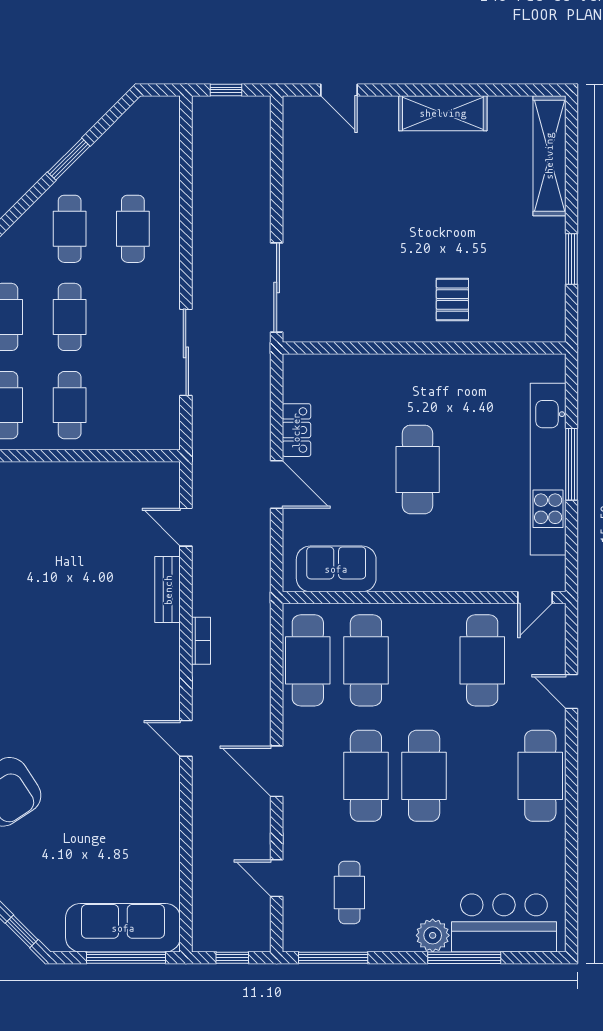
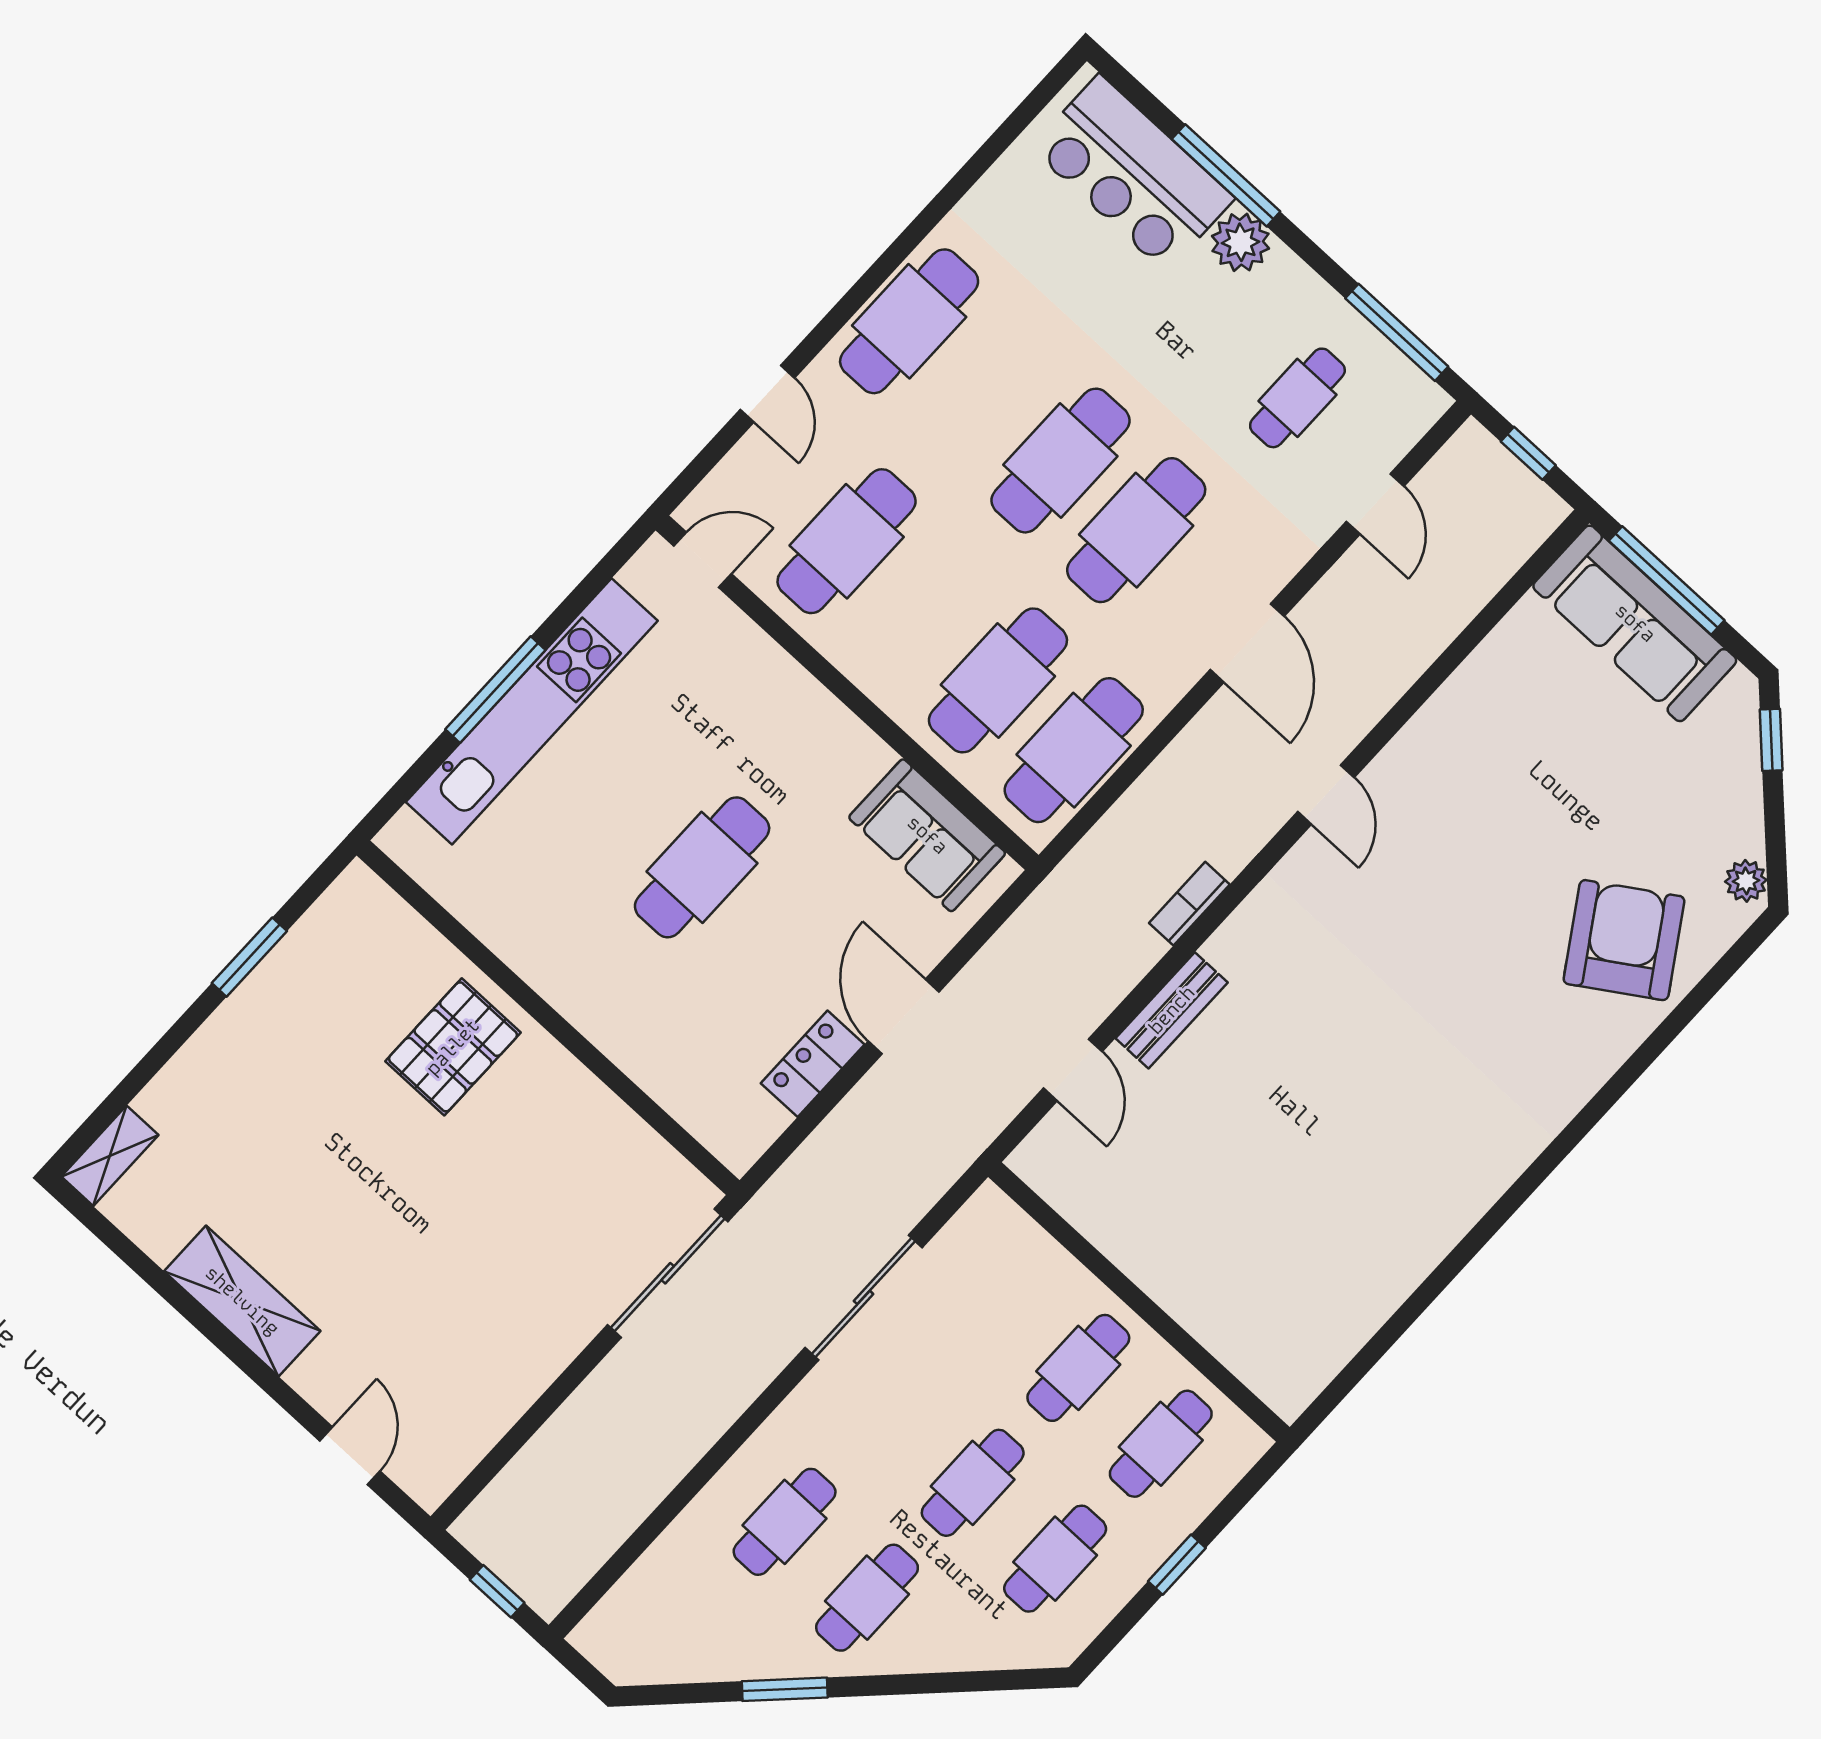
shelving: (549, 156) -> (110, 1156), width x0.45, depth x0.75
pallet: (452, 300) -> (453, 1047), width x1.50, depth x1.42

